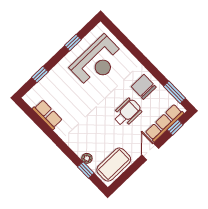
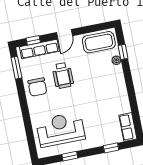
wheelchair: (127, 113) -> (63, 75), turned -90
row of seats: (47, 115) -> (128, 127), moved

